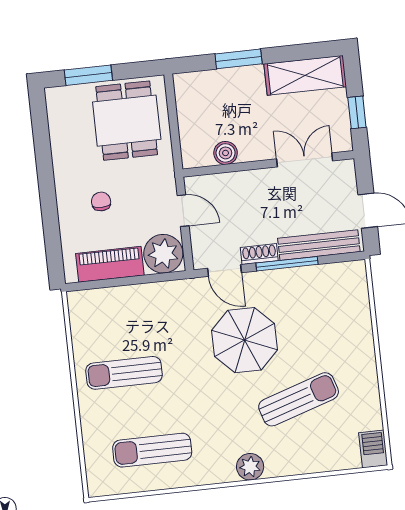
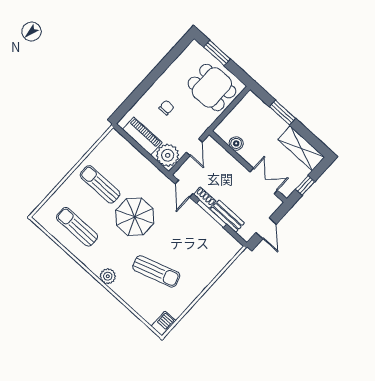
dining table: (127, 121) -> (212, 87), turned 90
bench: (319, 245) -> (227, 216), width x0.73
parasol: (245, 340) -> (135, 217), moved

